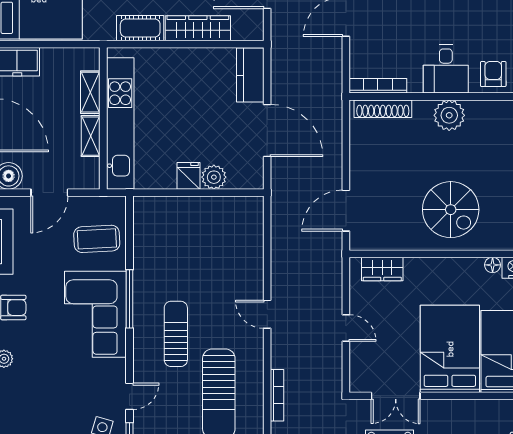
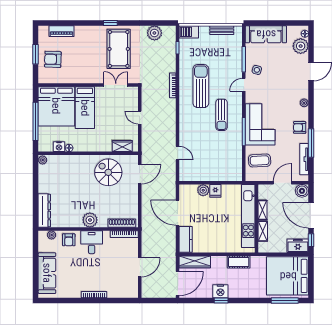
wardrobe: (198, 28) -> (195, 262), moved
spiral stairs: (451, 210) -> (108, 172), moved
door: (267, 314) -> (178, 153), moved
bed: (450, 349) -> (85, 108), width x0.67

